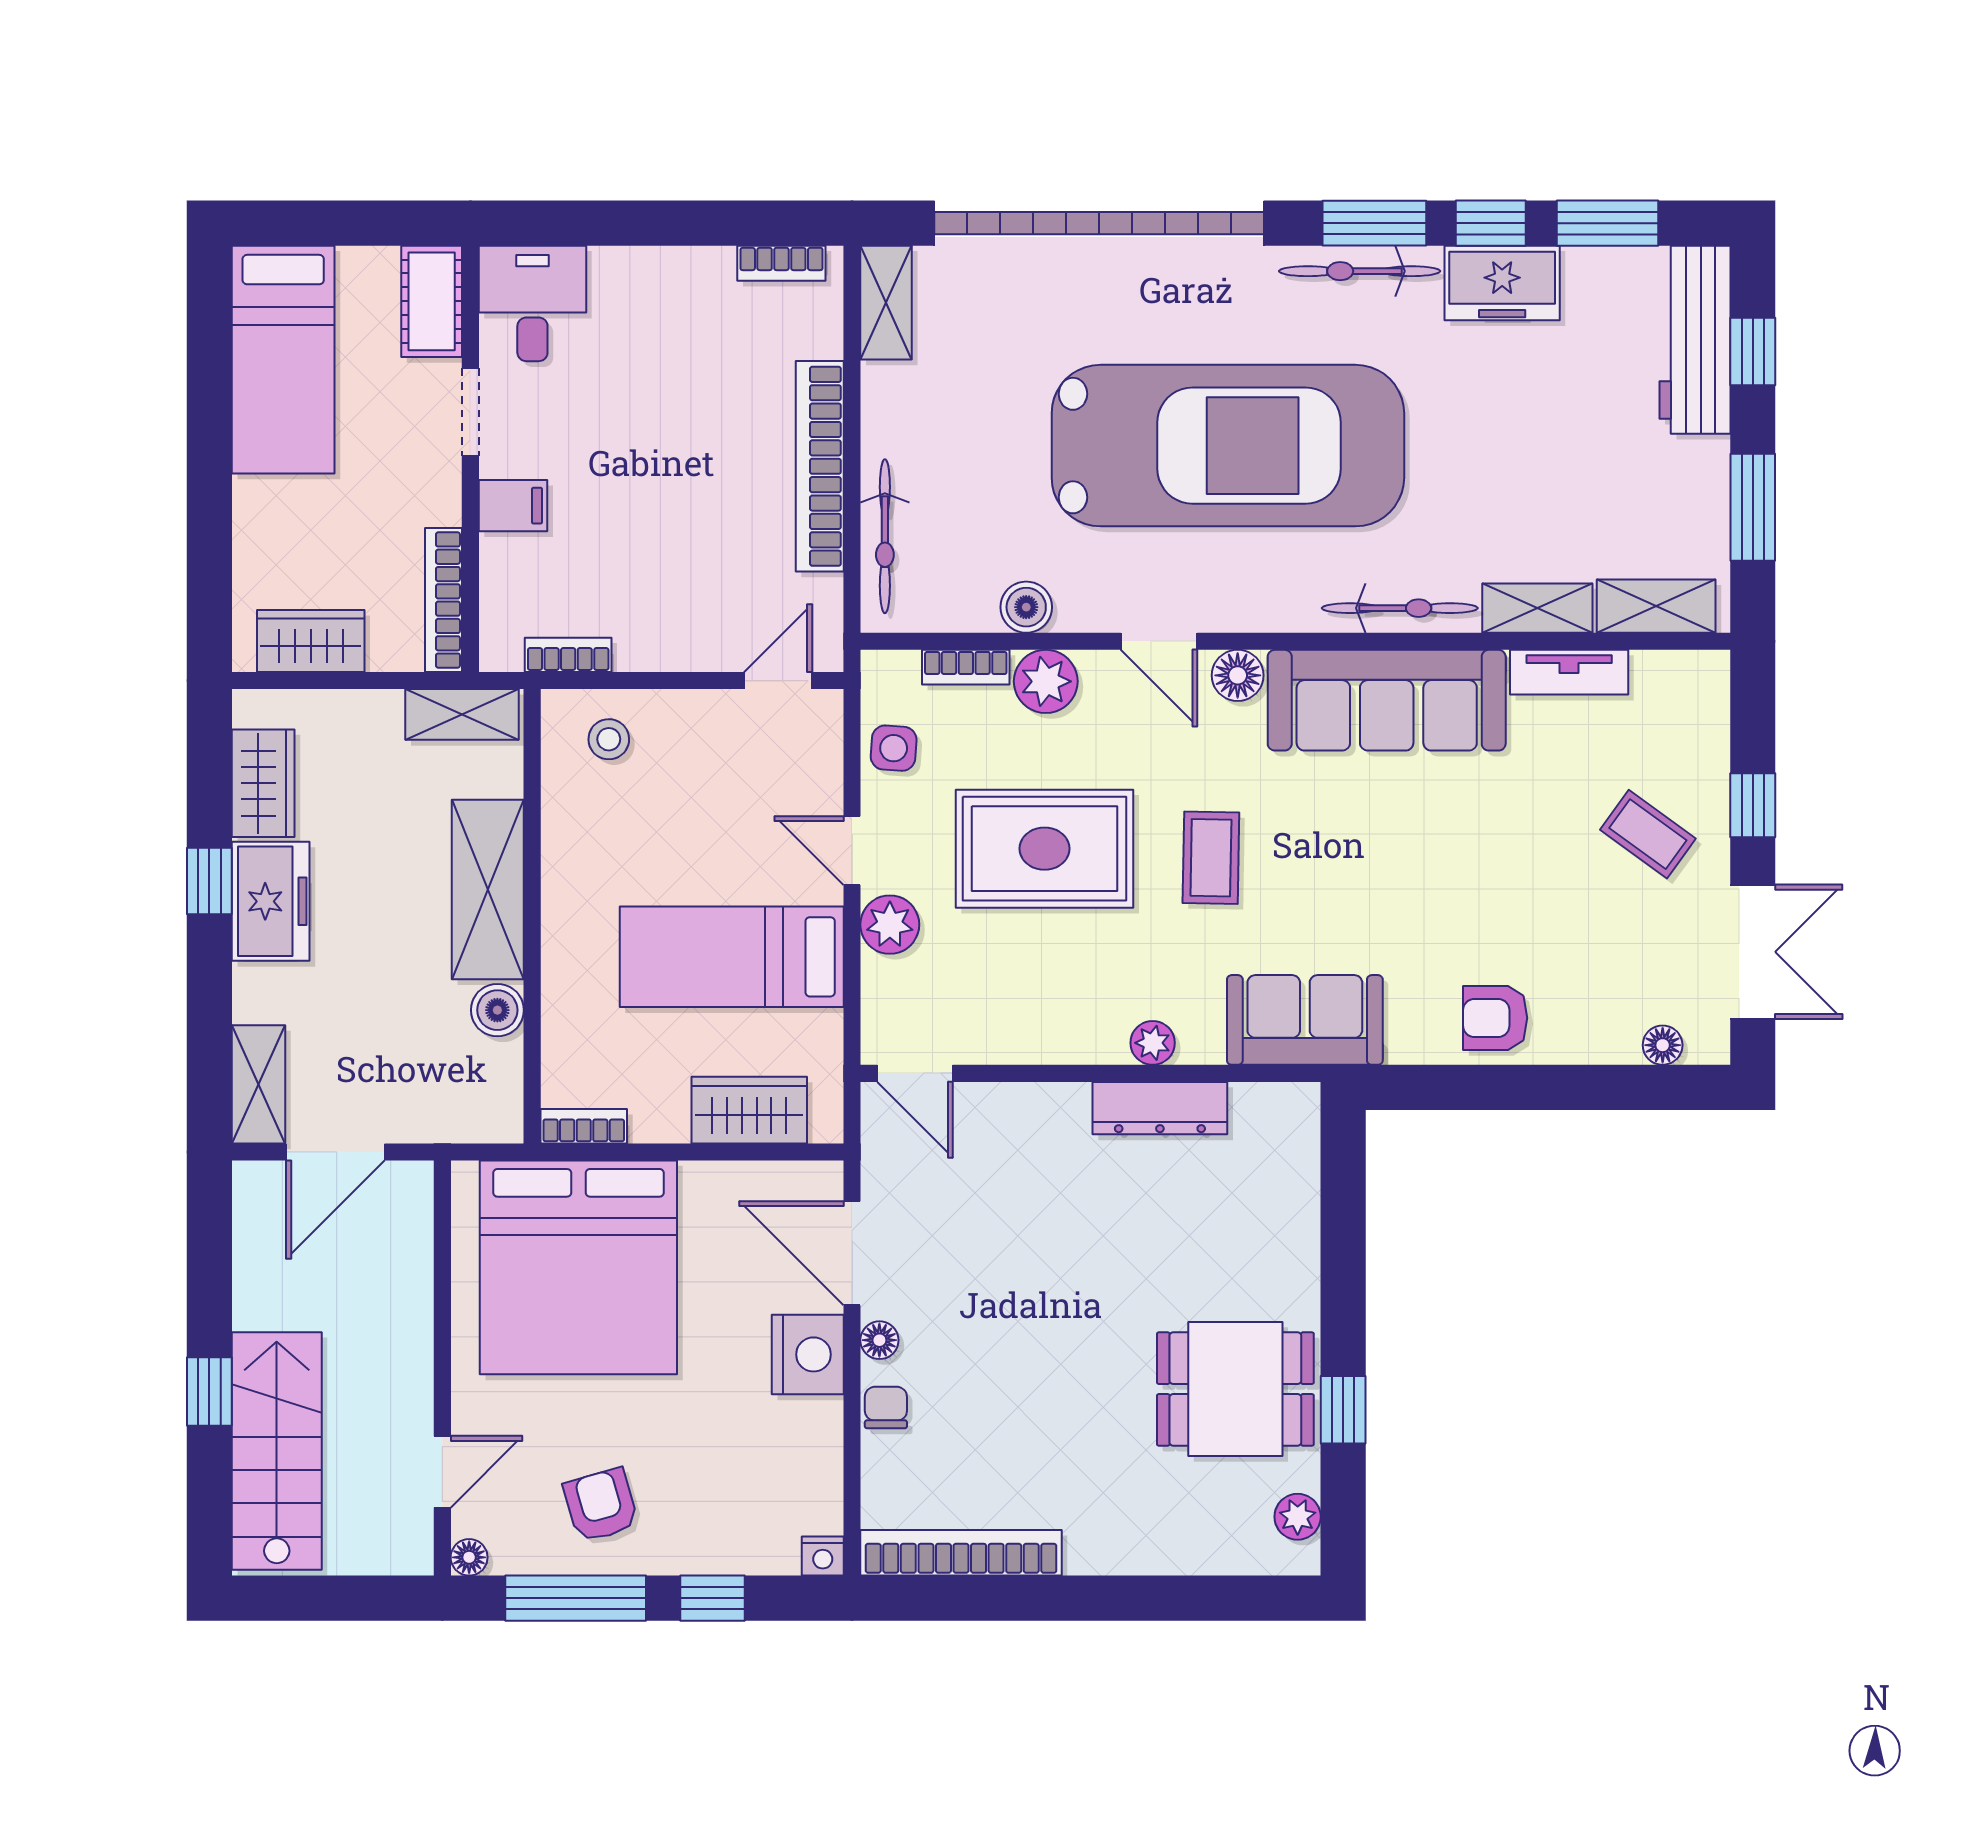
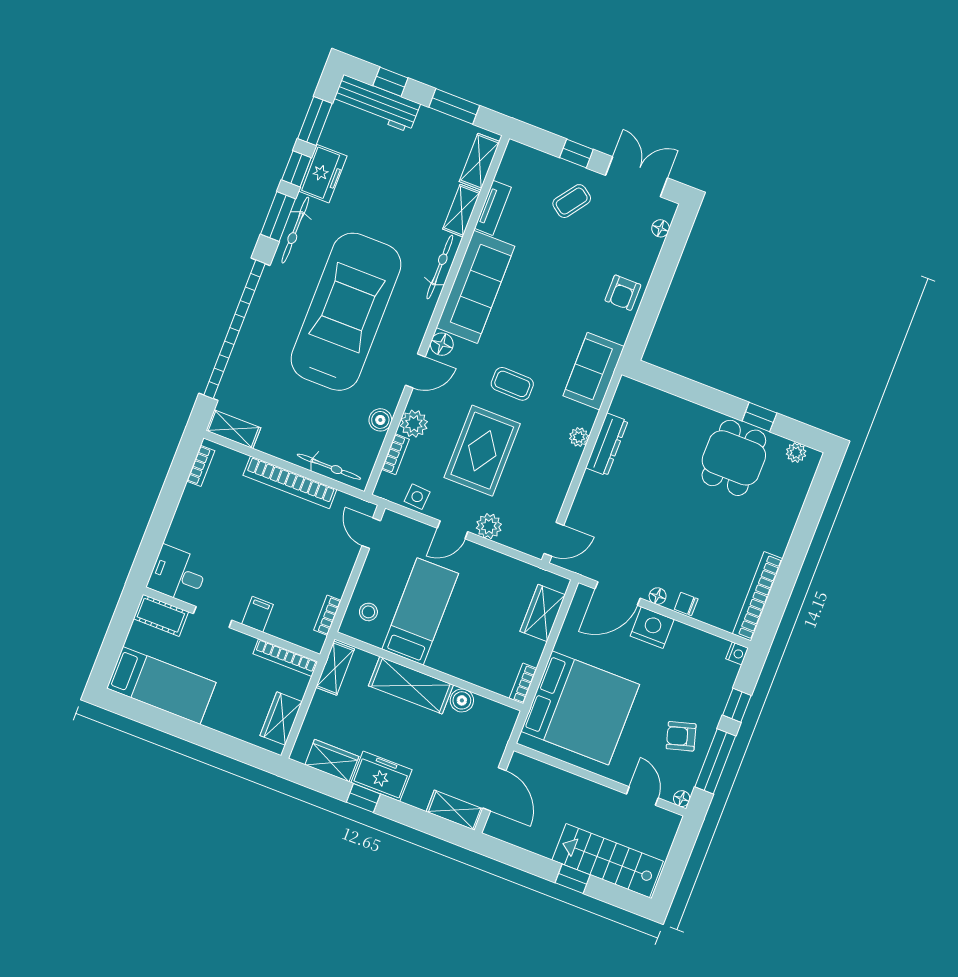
bed: (732, 957) -> (420, 611), moved, turned 180

